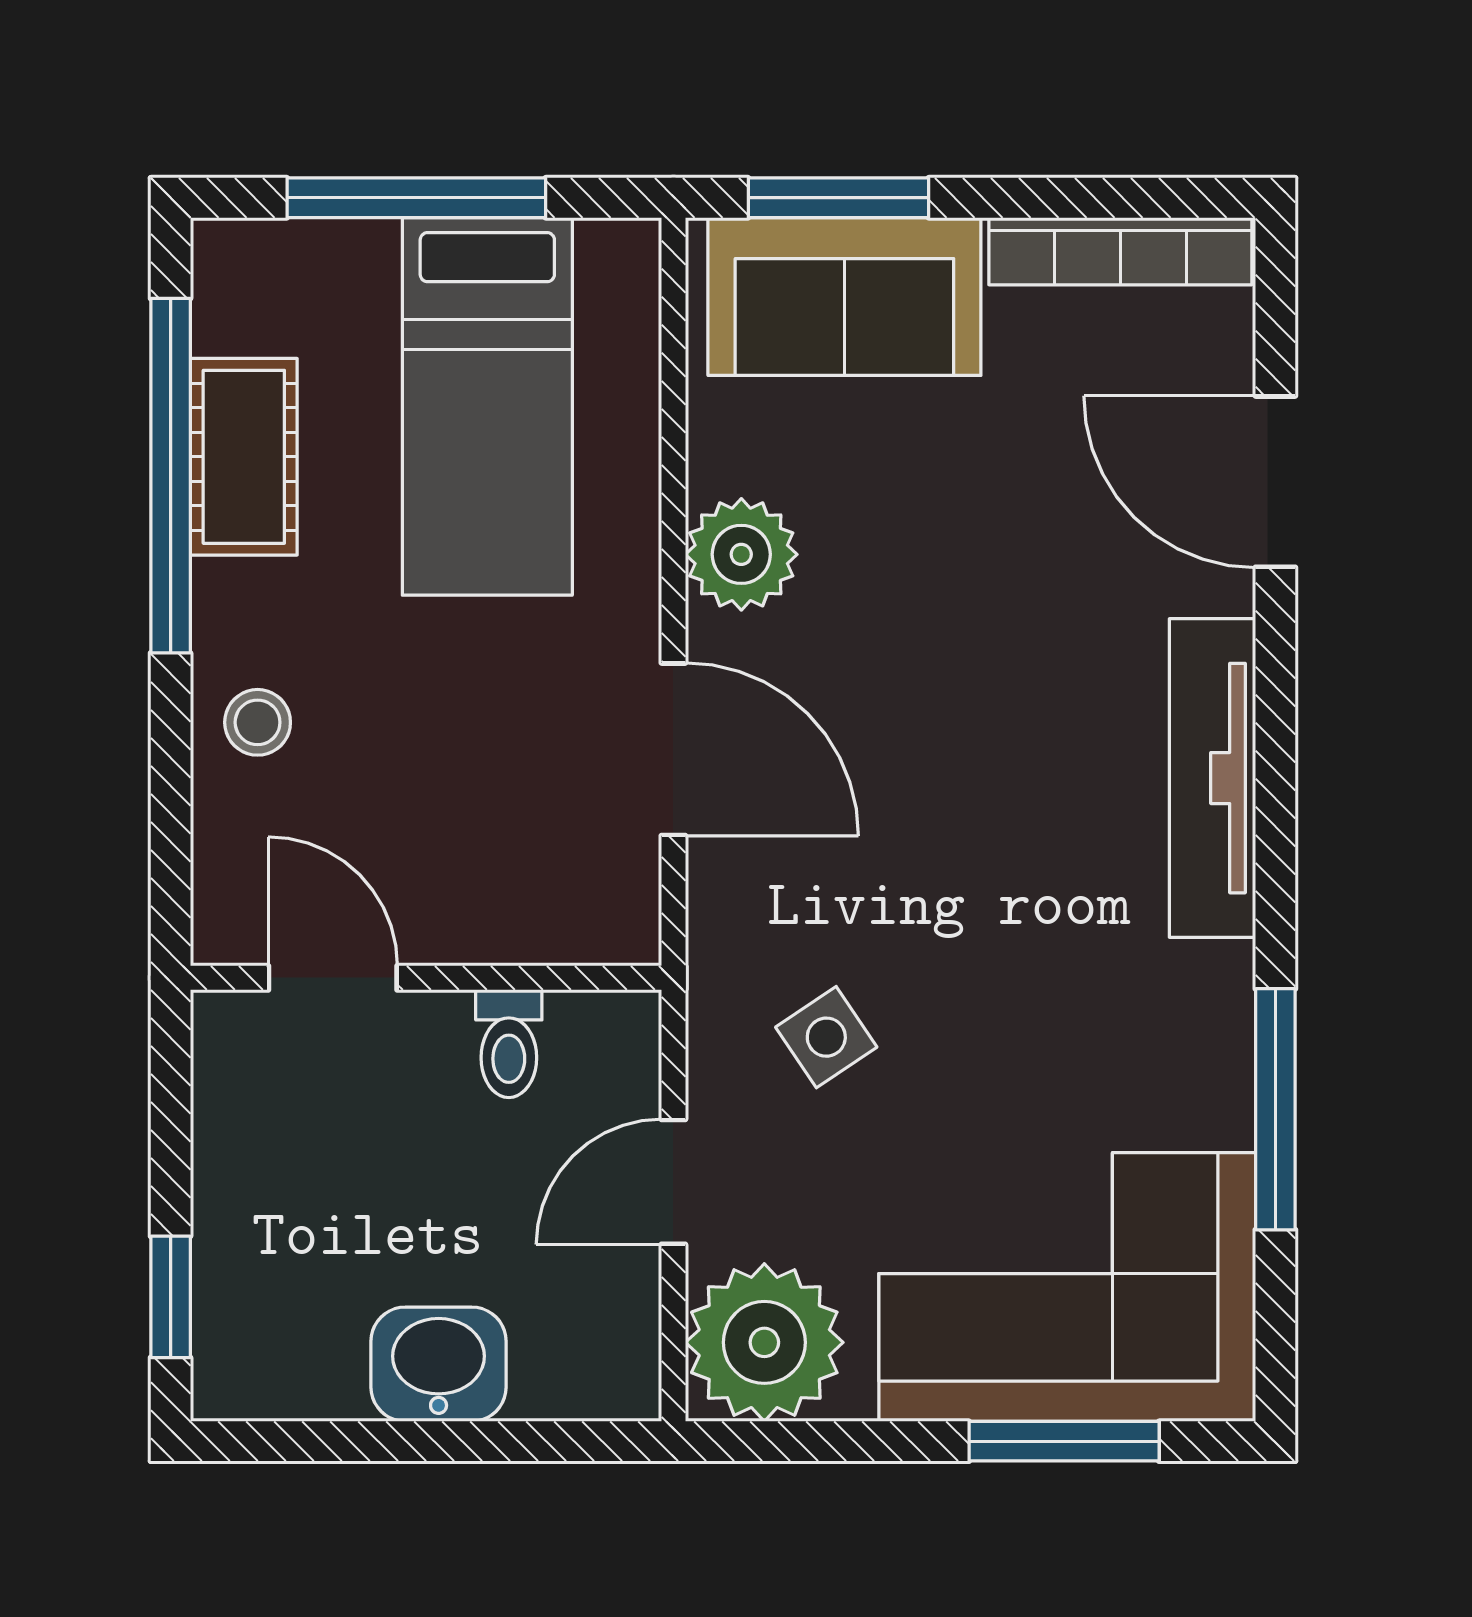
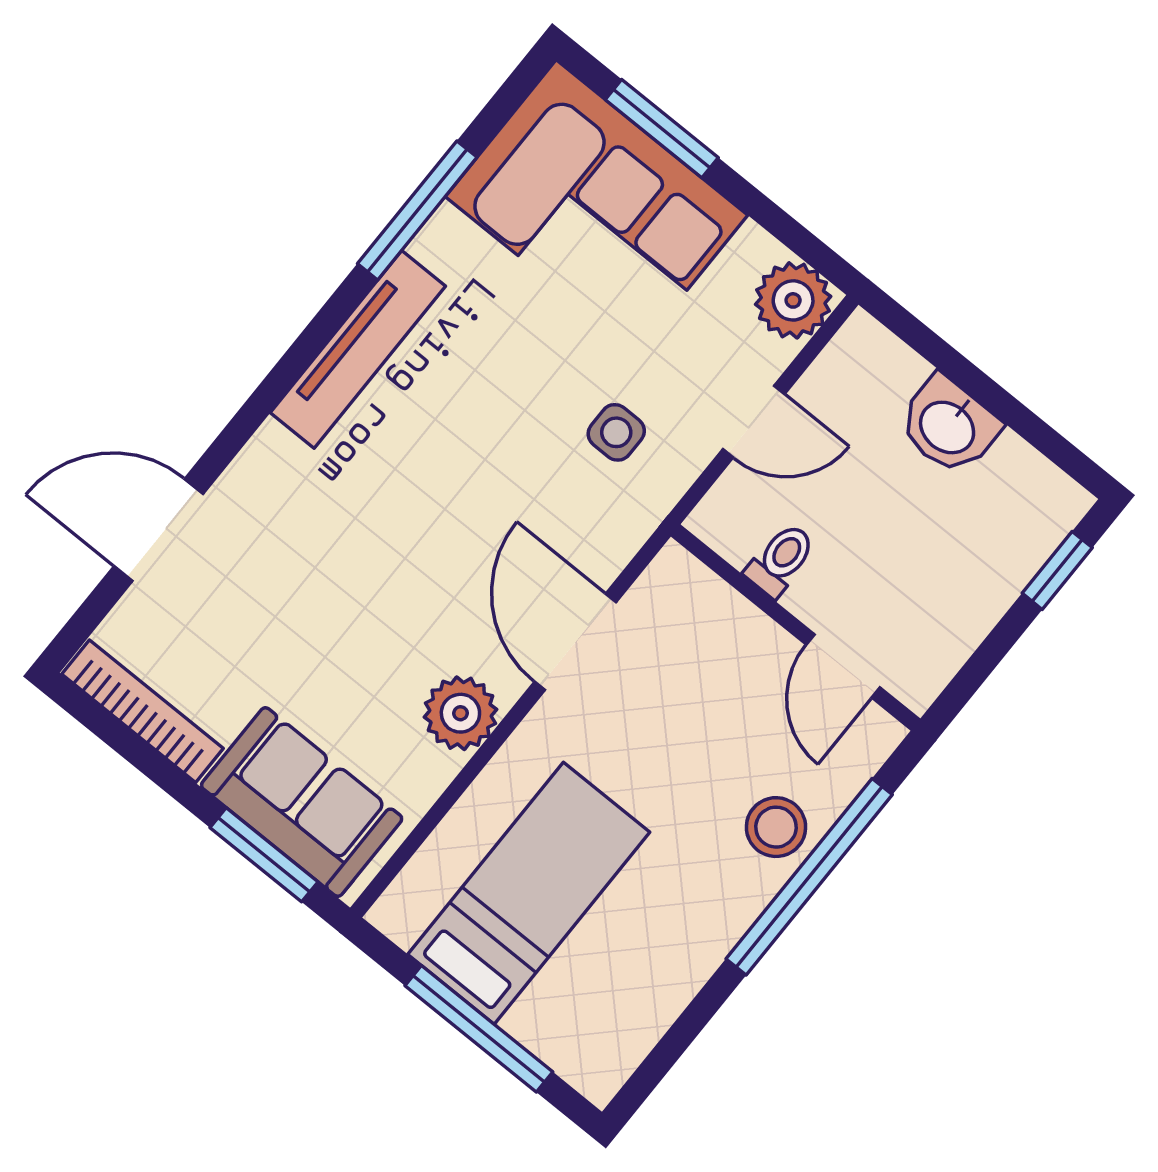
cot: (244, 457) -> (674, 968), removed
window: (171, 476) -> (809, 877), moved
door: (1275, 482) -> (159, 530), swing flipped
stool: (258, 722) -> (776, 827), width x1.37, depth x1.37
tv unit: (1212, 778) -> (358, 349), moved
side table: (826, 1037) -> (616, 432), turned 34
plant: (764, 1342) -> (793, 300), width x0.73, depth x0.73

